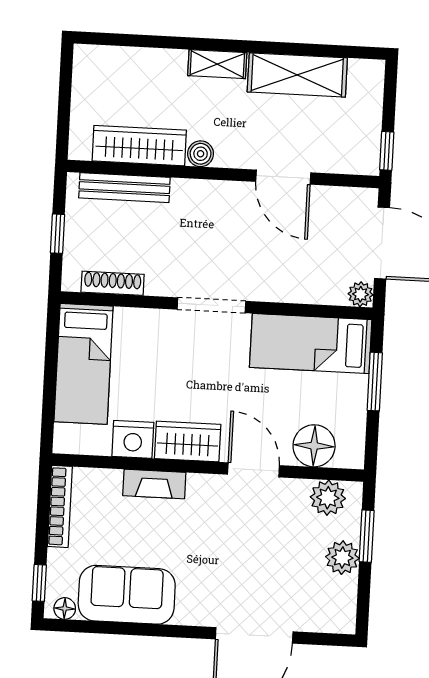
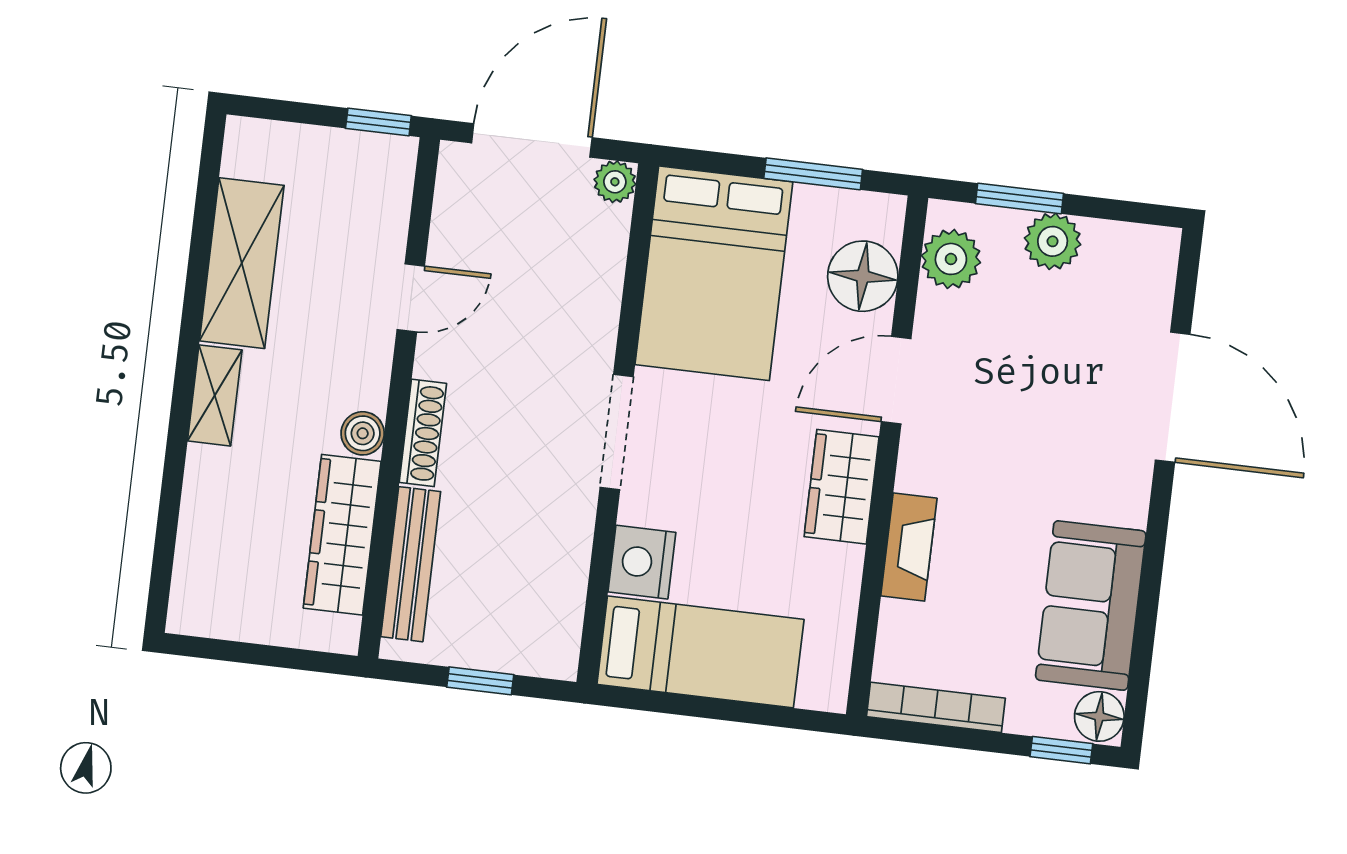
door: (283, 177) -> (411, 298), width x0.73
shoe rack: (113, 283) -> (423, 433), moved, turned 180
bed: (311, 343) -> (714, 273), width x1.50
window: (375, 382) -> (813, 174), moved
nightstand: (133, 439) -> (642, 562), moved, turned 180
floor lamp: (65, 608) -> (1099, 716), width x1.37, depth x1.37

